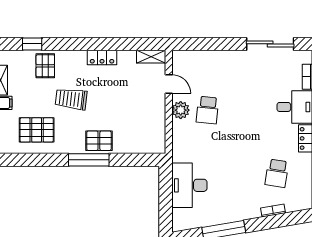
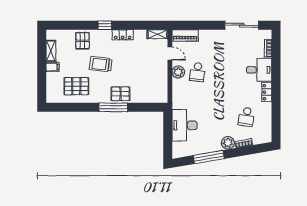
window: (32, 44) -> (105, 25), moved
piano: (190, 58) -> (185, 35), added
plant: (251, 210) -> (228, 143), added

